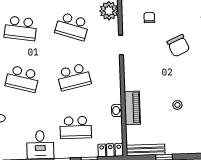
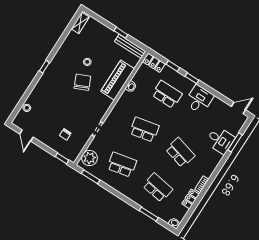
school desk: (72, 26) -> (122, 165), turned -30
chair: (178, 46) -> (82, 82), moved
piano: (132, 108) -> (118, 80), width x1.37, depth x1.33

